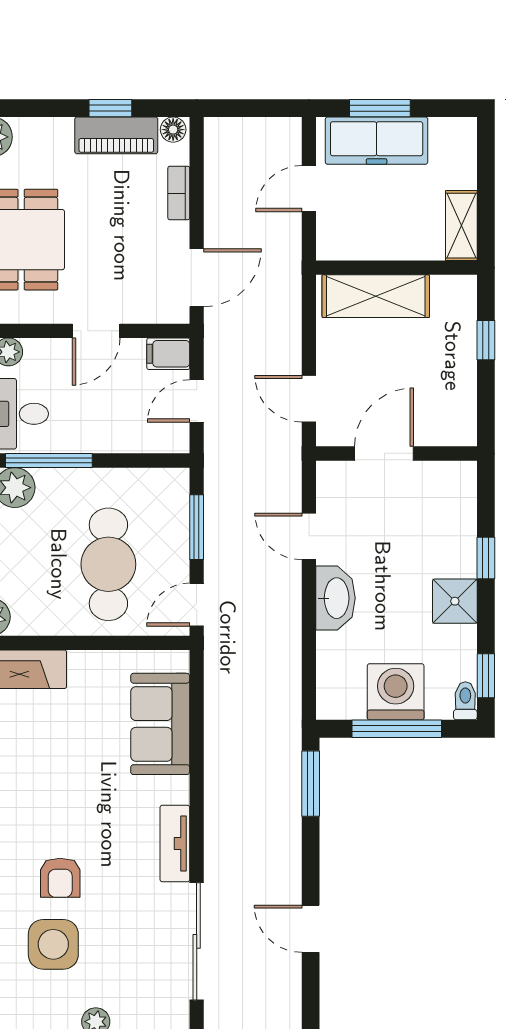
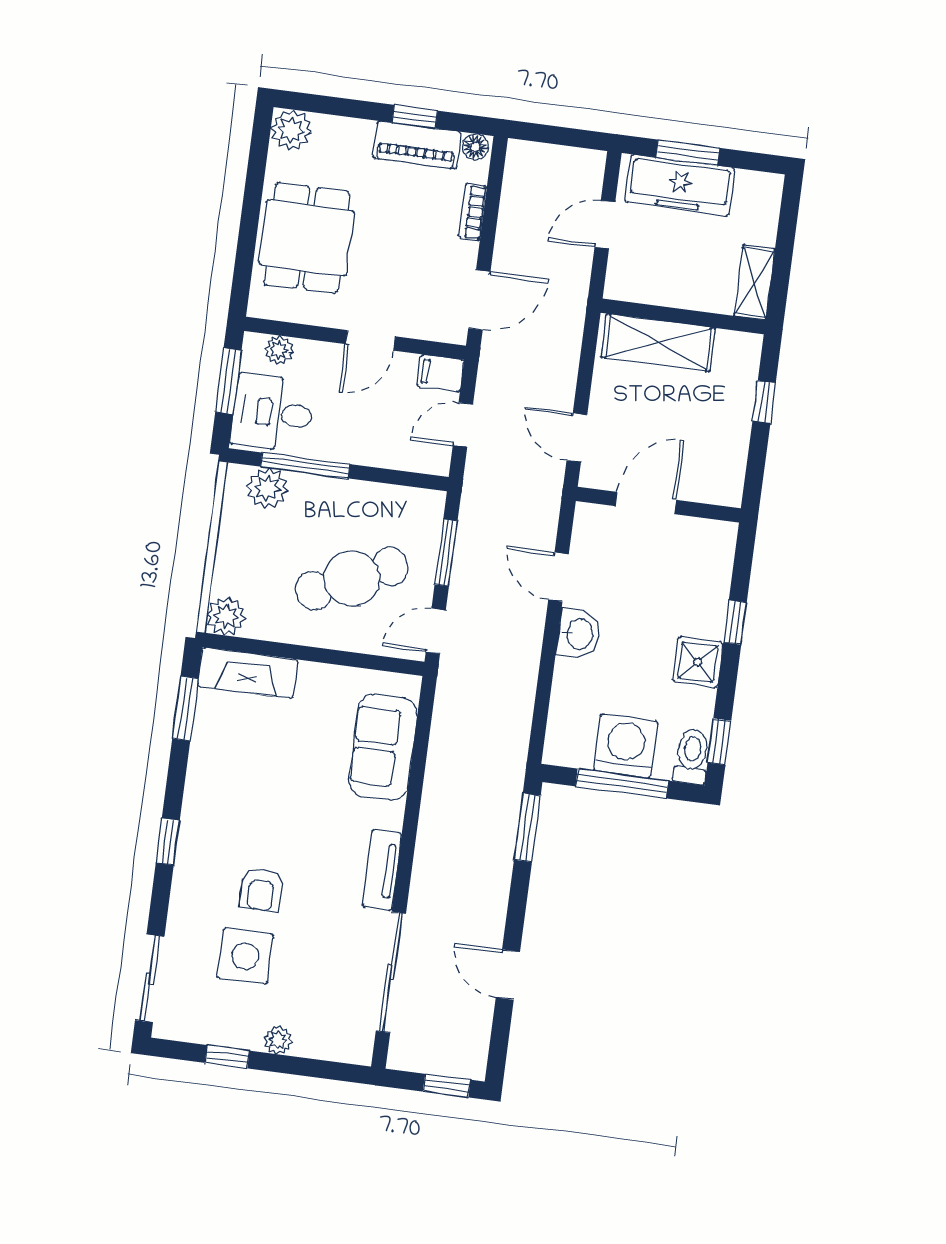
cafe table: (108, 564) -> (352, 578), turned 65
washbasin: (335, 598) -> (578, 634), width x0.72
toilet: (465, 701) -> (692, 756), width x1.37, depth x1.39

